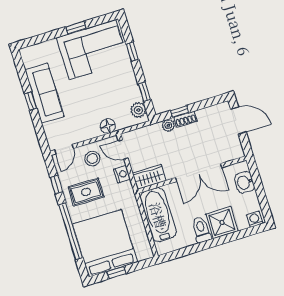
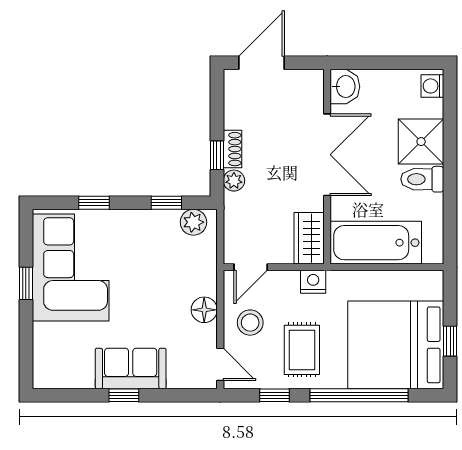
sofa: (44, 93) -> (131, 368), width x0.73
floor lamp: (108, 126) -> (204, 310), moved
nightstand: (122, 174) -> (313, 282), moved
washbasin: (245, 182) -> (345, 87), moved, turned -90

